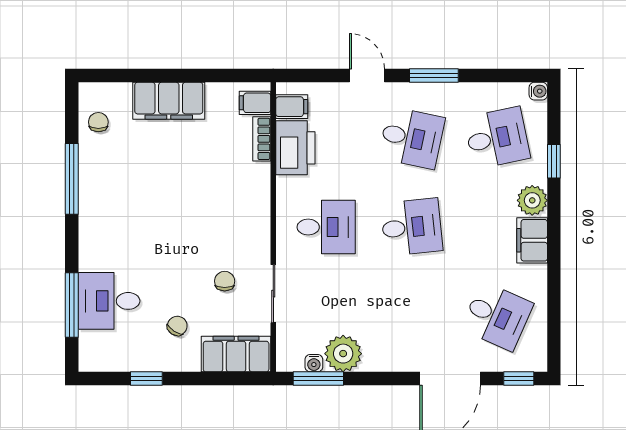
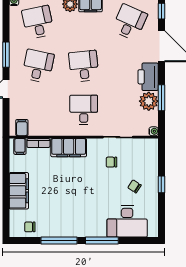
printer: (295, 148) -> (148, 77), moved, turned -90
desk: (109, 301) -> (127, 221), width x1.37
window: (72, 305) -> (102, 241), moved
filing cabinet: (236, 354) -> (69, 148), moved, turned -90
water cooler: (314, 363) -> (154, 131), moved
window: (146, 379) -> (161, 184), moved
window: (318, 379) -> (161, 98), moved

